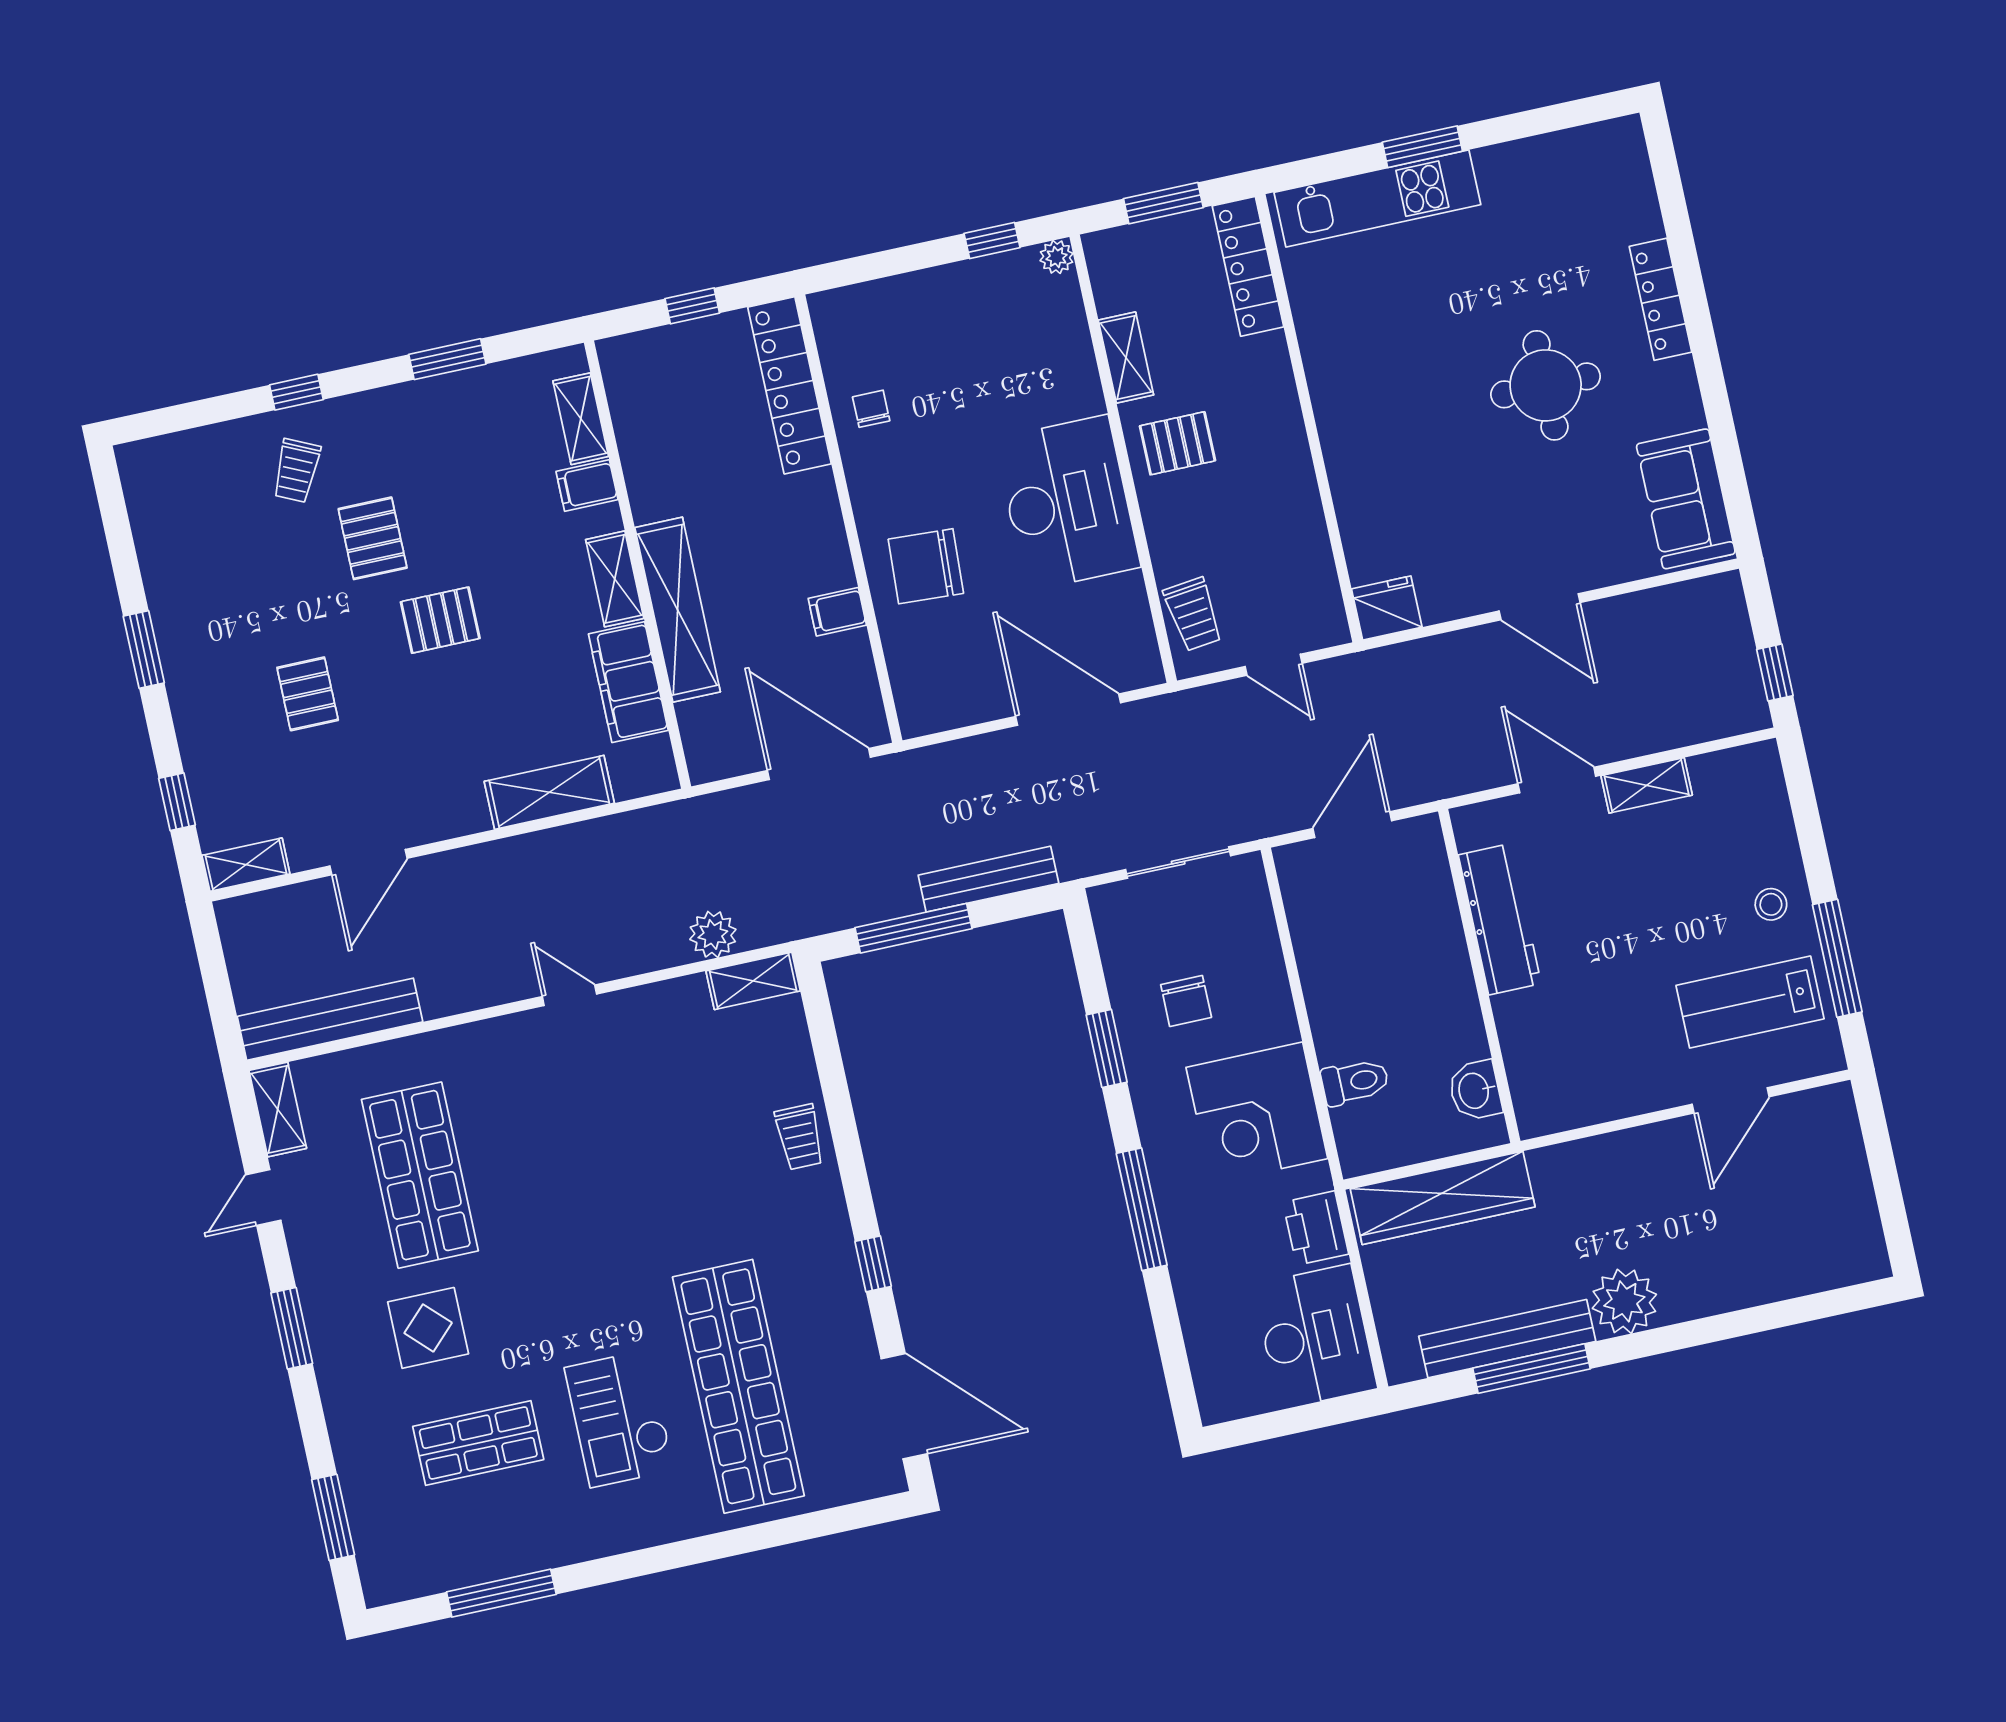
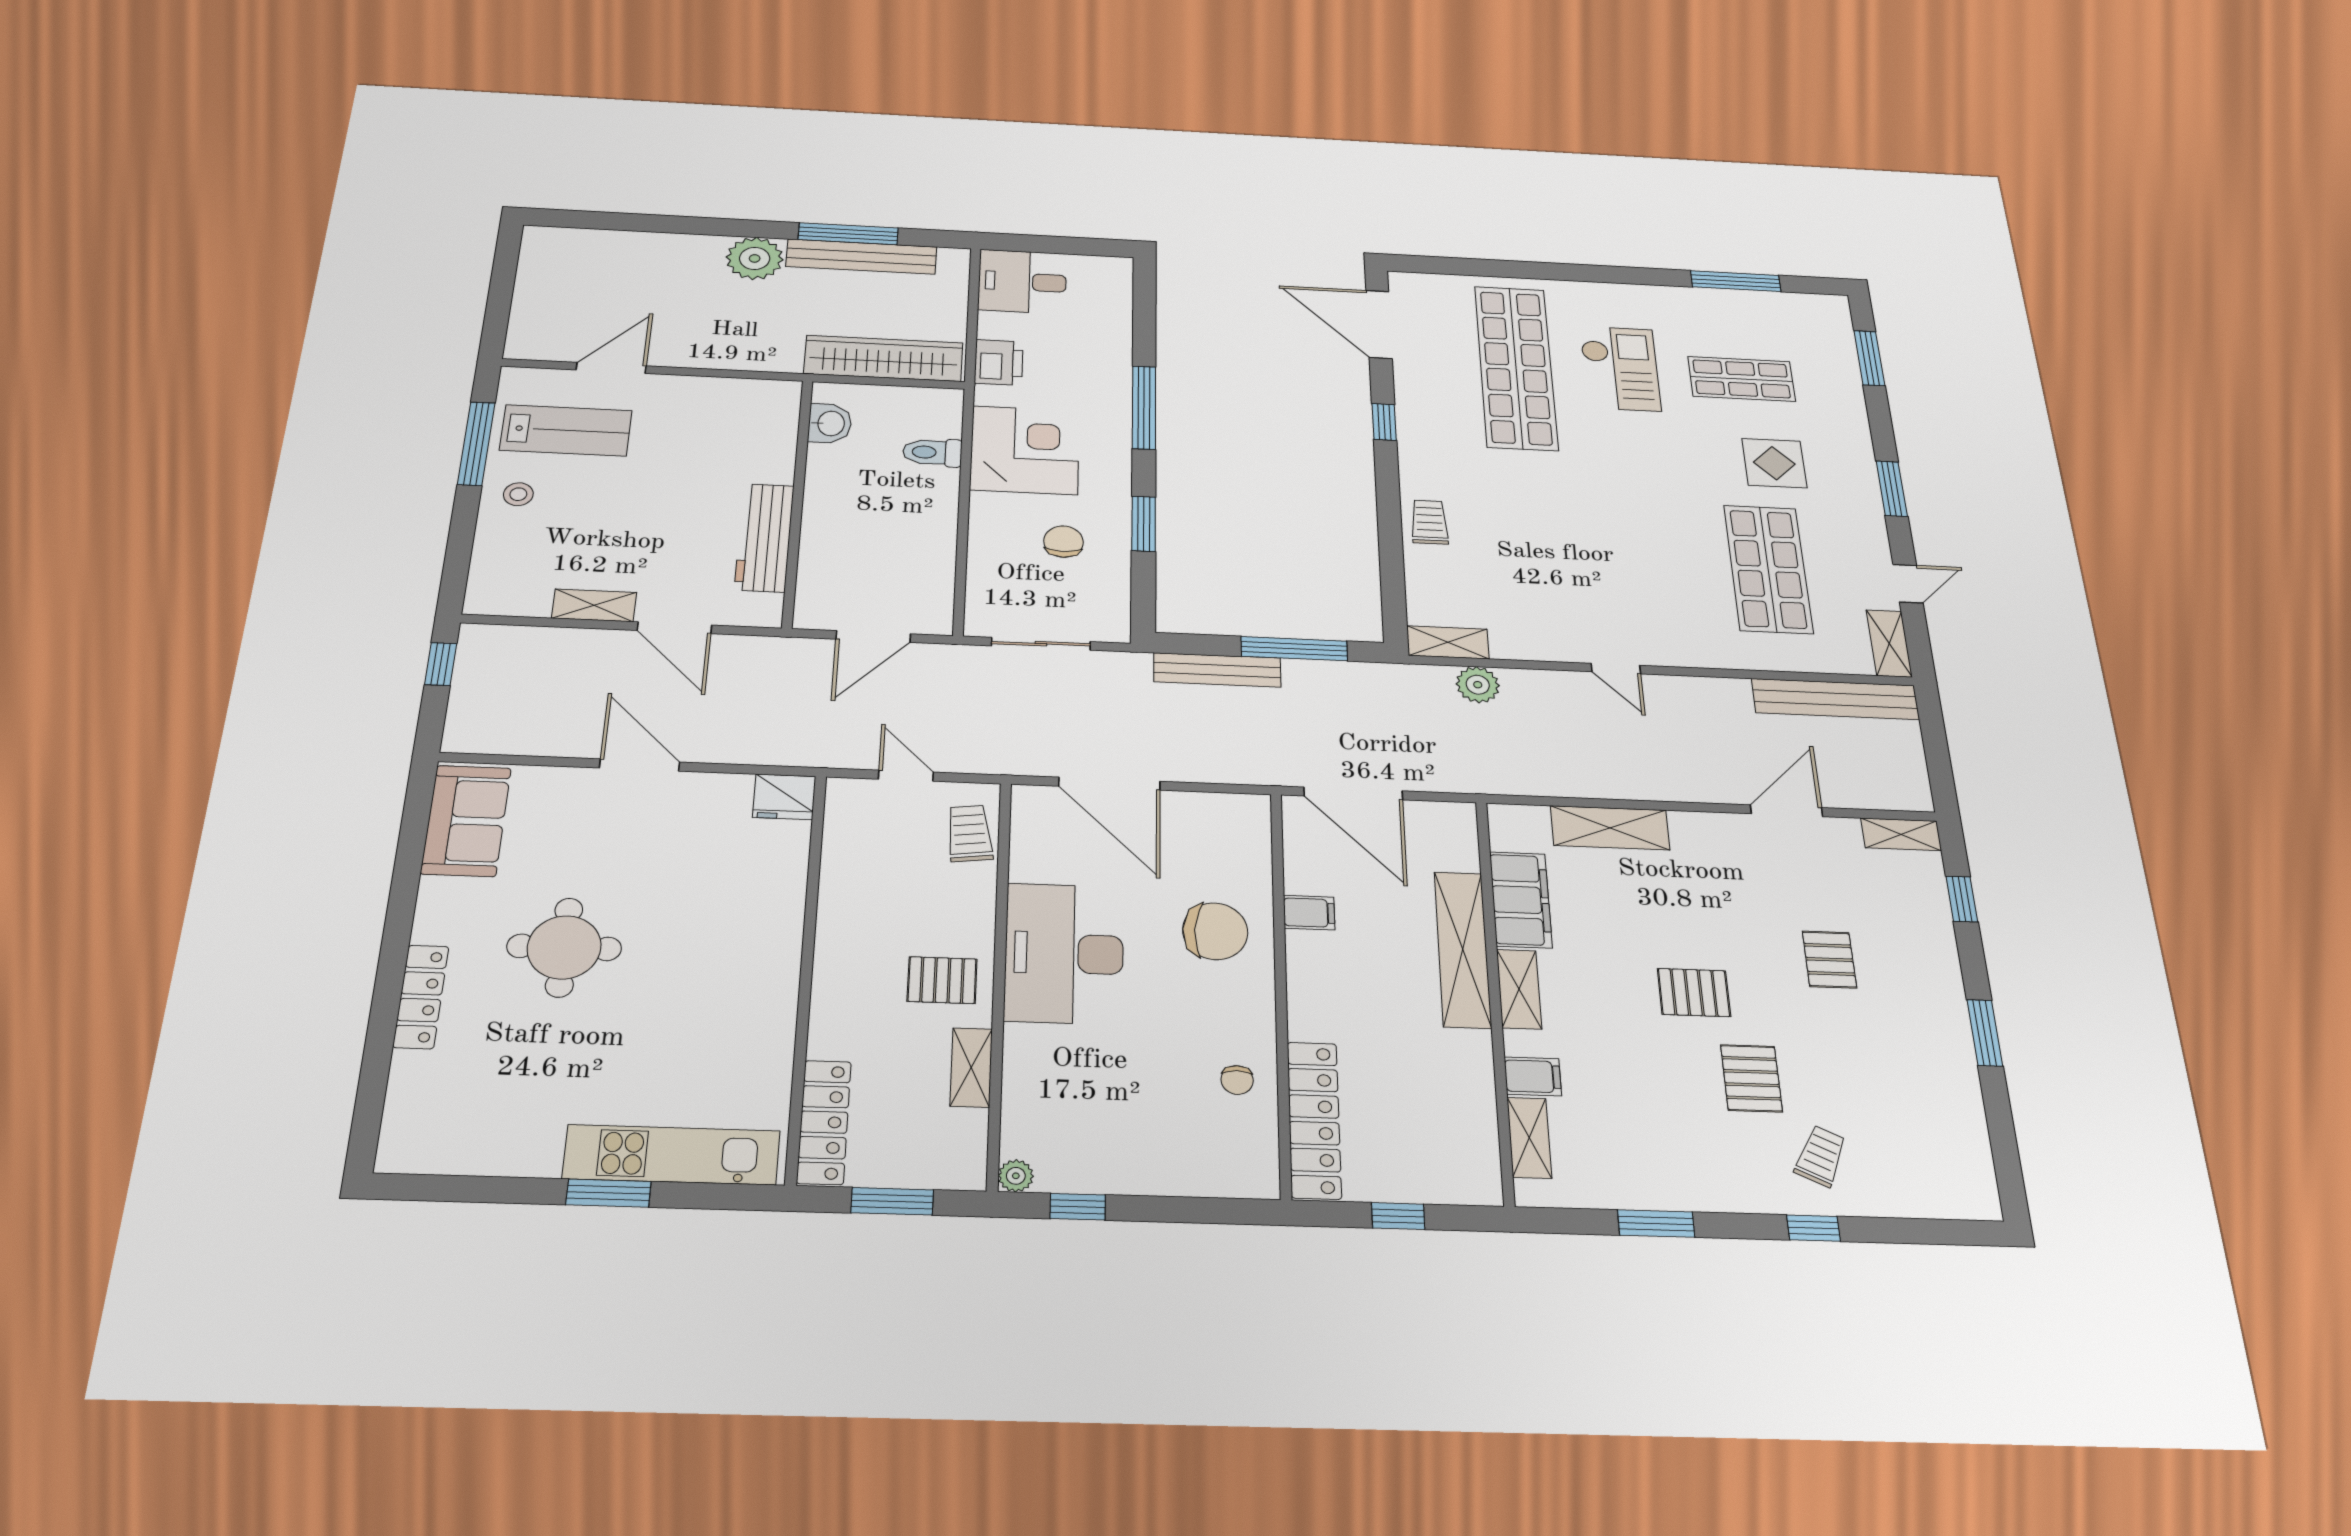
desk: (1315, 1337) -> (1022, 282), width x0.73

